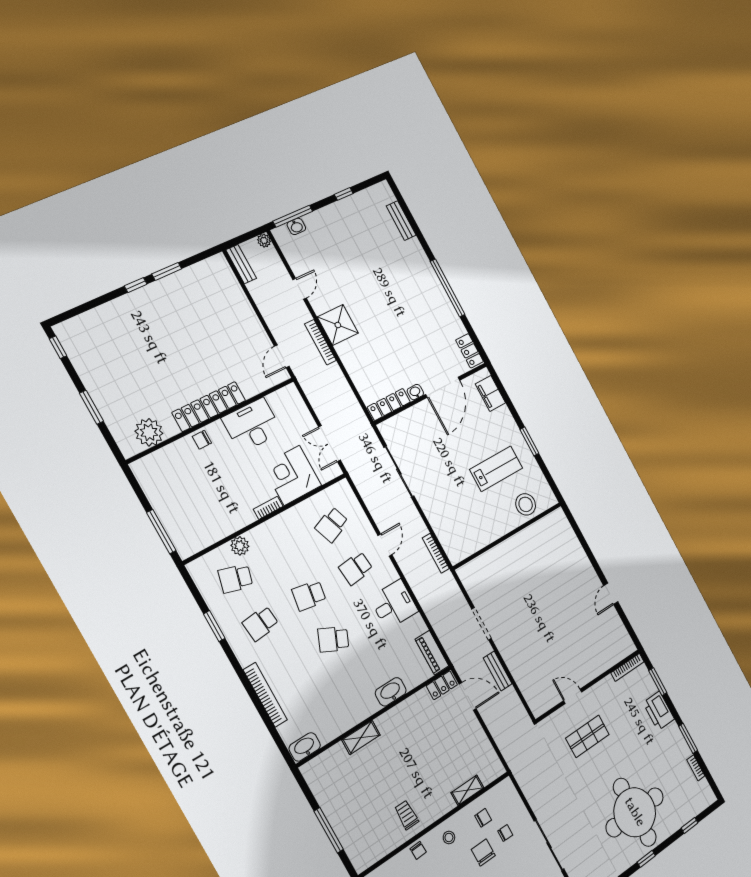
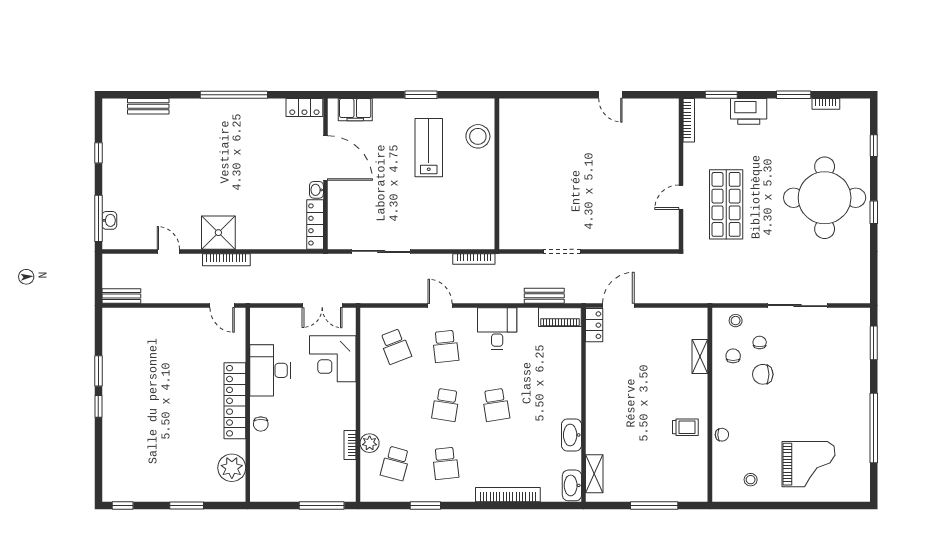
plant: (264, 241) -> (109, 261), removed
bookcase: (268, 508) -> (350, 445), moved
school desk: (333, 639) -> (496, 405), turned -33
bench: (498, 671) -> (544, 296), moved
washbasin: (391, 692) -> (571, 435), moved
shop shelf: (587, 736) -> (726, 204), width x1.43, depth x1.36
shelving: (361, 737) -> (594, 474), moved
trolley: (407, 815) -> (685, 427), turned 180
stool: (449, 837) -> (736, 321), moved

